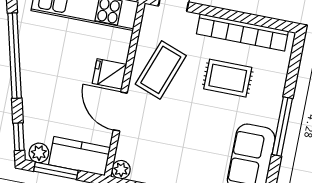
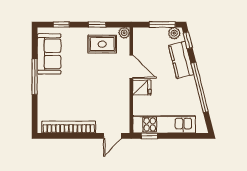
coffee table: (161, 70) -> (112, 96), removed
rug: (228, 78) -> (102, 44), moved
kitchen counter: (79, 156) -> (181, 60), moved, turned 76

